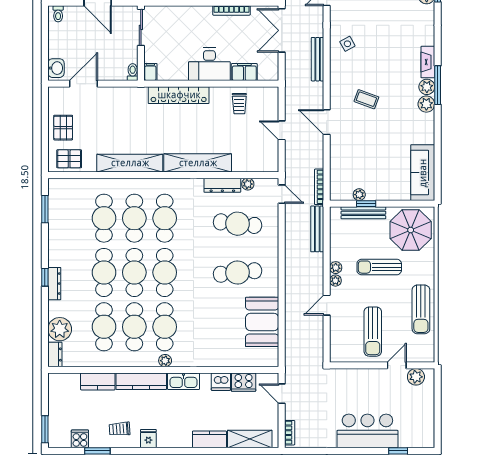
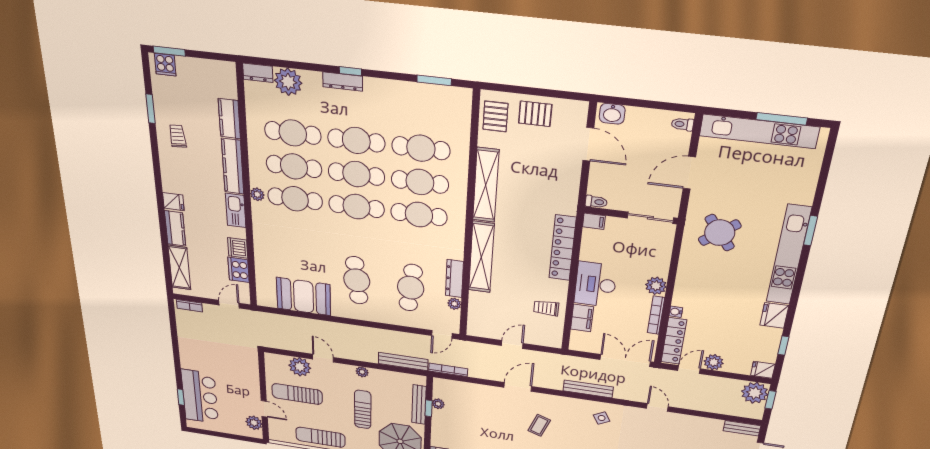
plant: (203, 14) -> (656, 286), added
plant: (335, 281) -> (300, 367), moved, width x1.88, depth x1.88
bar counter: (367, 431) -> (200, 397), moved
cooker: (80, 439) -> (165, 65), moved, turned 90
fridge: (148, 439) -> (173, 202), moved

